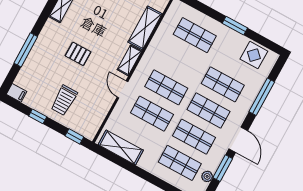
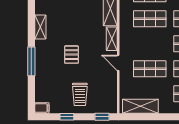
window: (26, 50) -> (31, 61), moved
pallet: (78, 54) -> (71, 55), turned 90
shop shelf: (166, 87) -> (150, 19), moved

